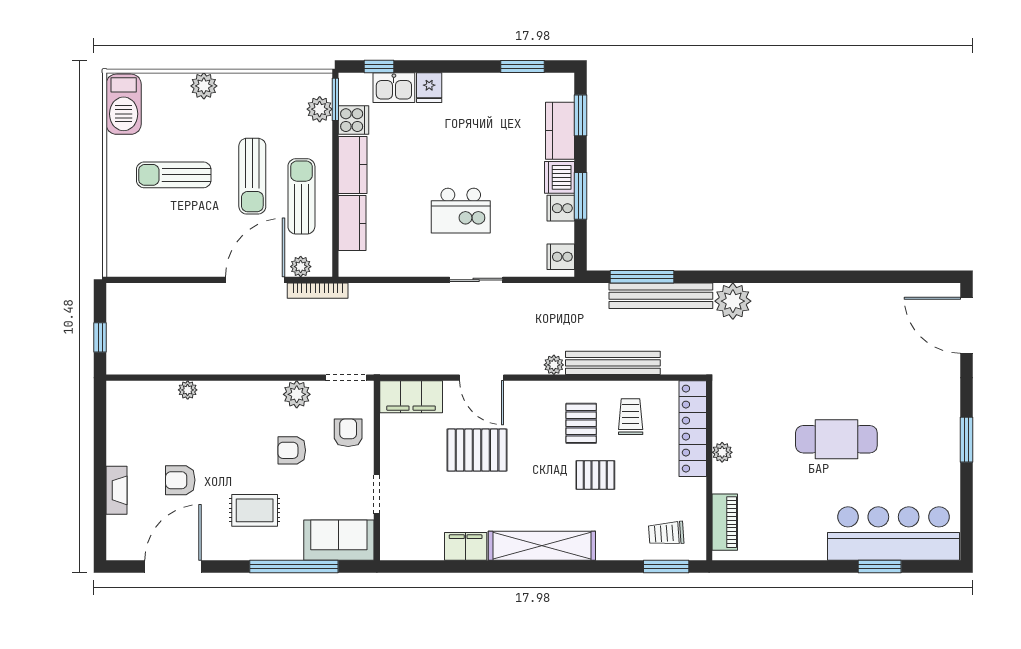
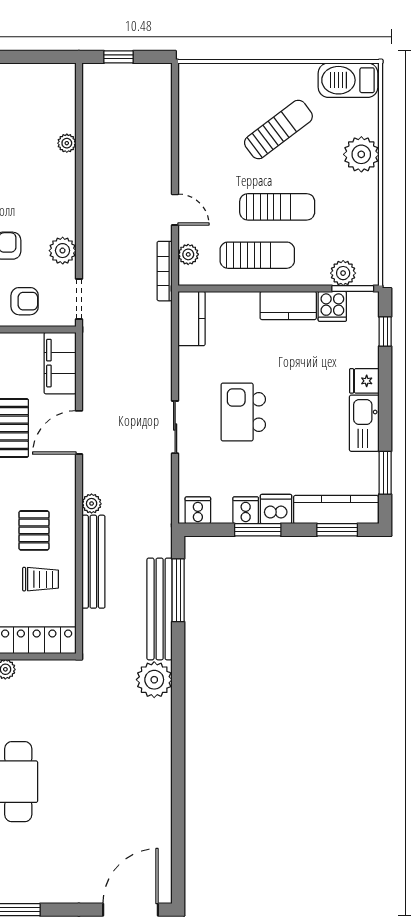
plant: (204, 86) -> (361, 154), width x1.36, depth x1.36
kitchen sink: (394, 88) -> (364, 423), moved, width x1.38
kitchen counter: (560, 131) -> (336, 510), width x1.50
sun lounger: (174, 175) -> (278, 129), turned 53
sun lounger: (252, 176) -> (277, 207), turned 180
kitchen counter: (352, 223) -> (192, 319), moved, turned -90
door: (255, 280) -> (175, 210), width x0.53
pallet: (581, 423) -> (34, 530), turned 90

